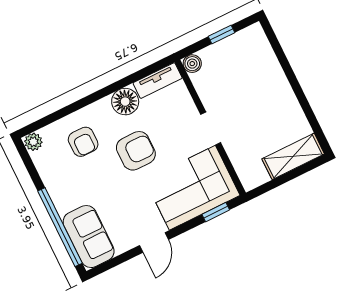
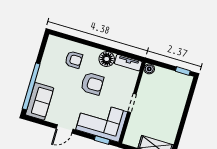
window: (221, 35) -> (183, 71), moved
plant: (33, 142) -> (53, 41), removed
armchair: (83, 142) -> (74, 60), turned -90

